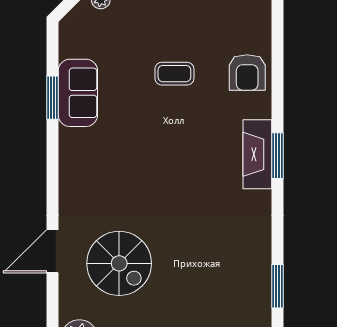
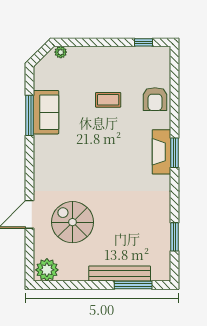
window: (52, 98) -> (30, 115), width x1.44
spiral stairs: (119, 263) -> (73, 222), turned 180

